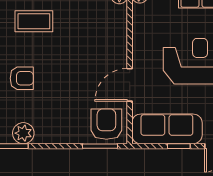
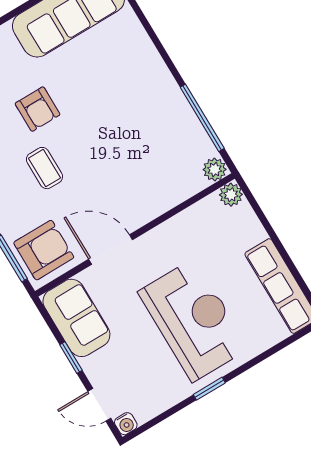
coffee table: (34, 21) -> (44, 168), moved, width x0.73, depth x0.77
sofa: (167, 129) -> (76, 318), width x0.73

